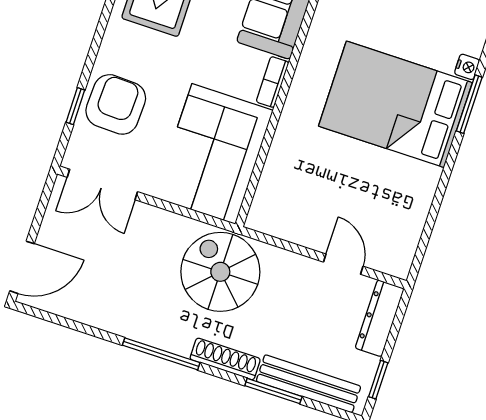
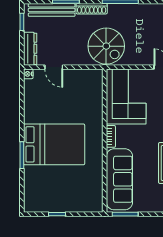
nightstand: (467, 67) -> (28, 74), moved

